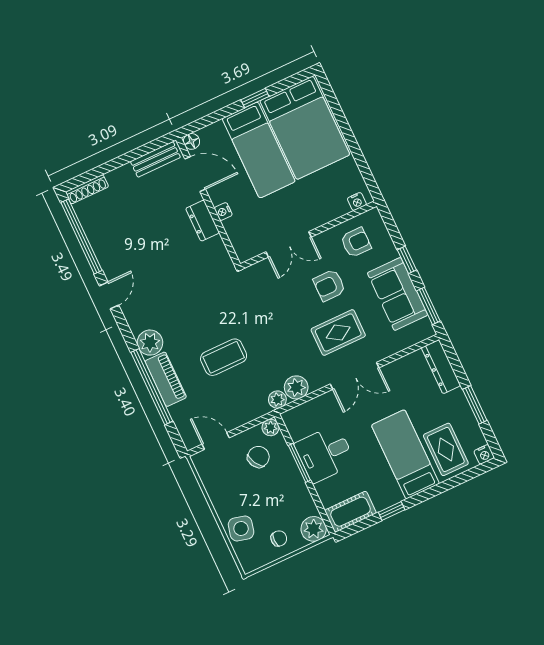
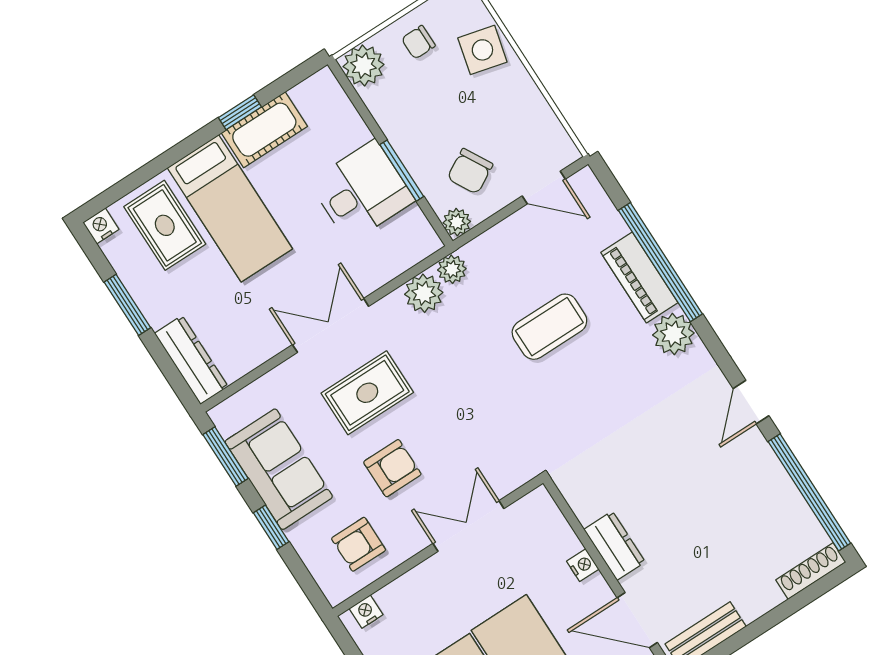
cot: (351, 512) -> (264, 130), moved

